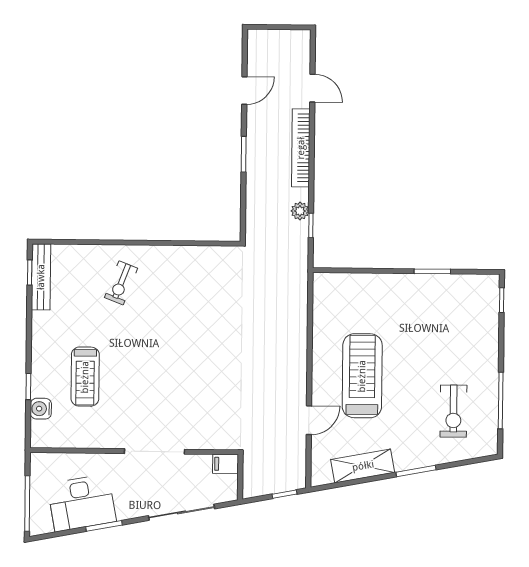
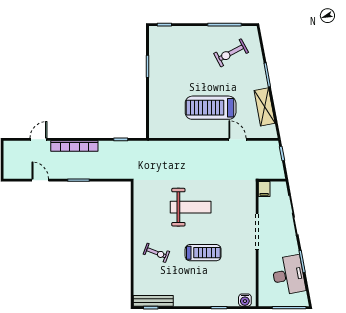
plant: (300, 211) -> (112, 146), removed
weight bench: (197, 341) -> (191, 207), added
treadmill: (85, 377) -> (203, 253), moved
water cooler: (41, 409) -> (245, 300), moved
exercise bike: (453, 411) -> (231, 53), turned 152

